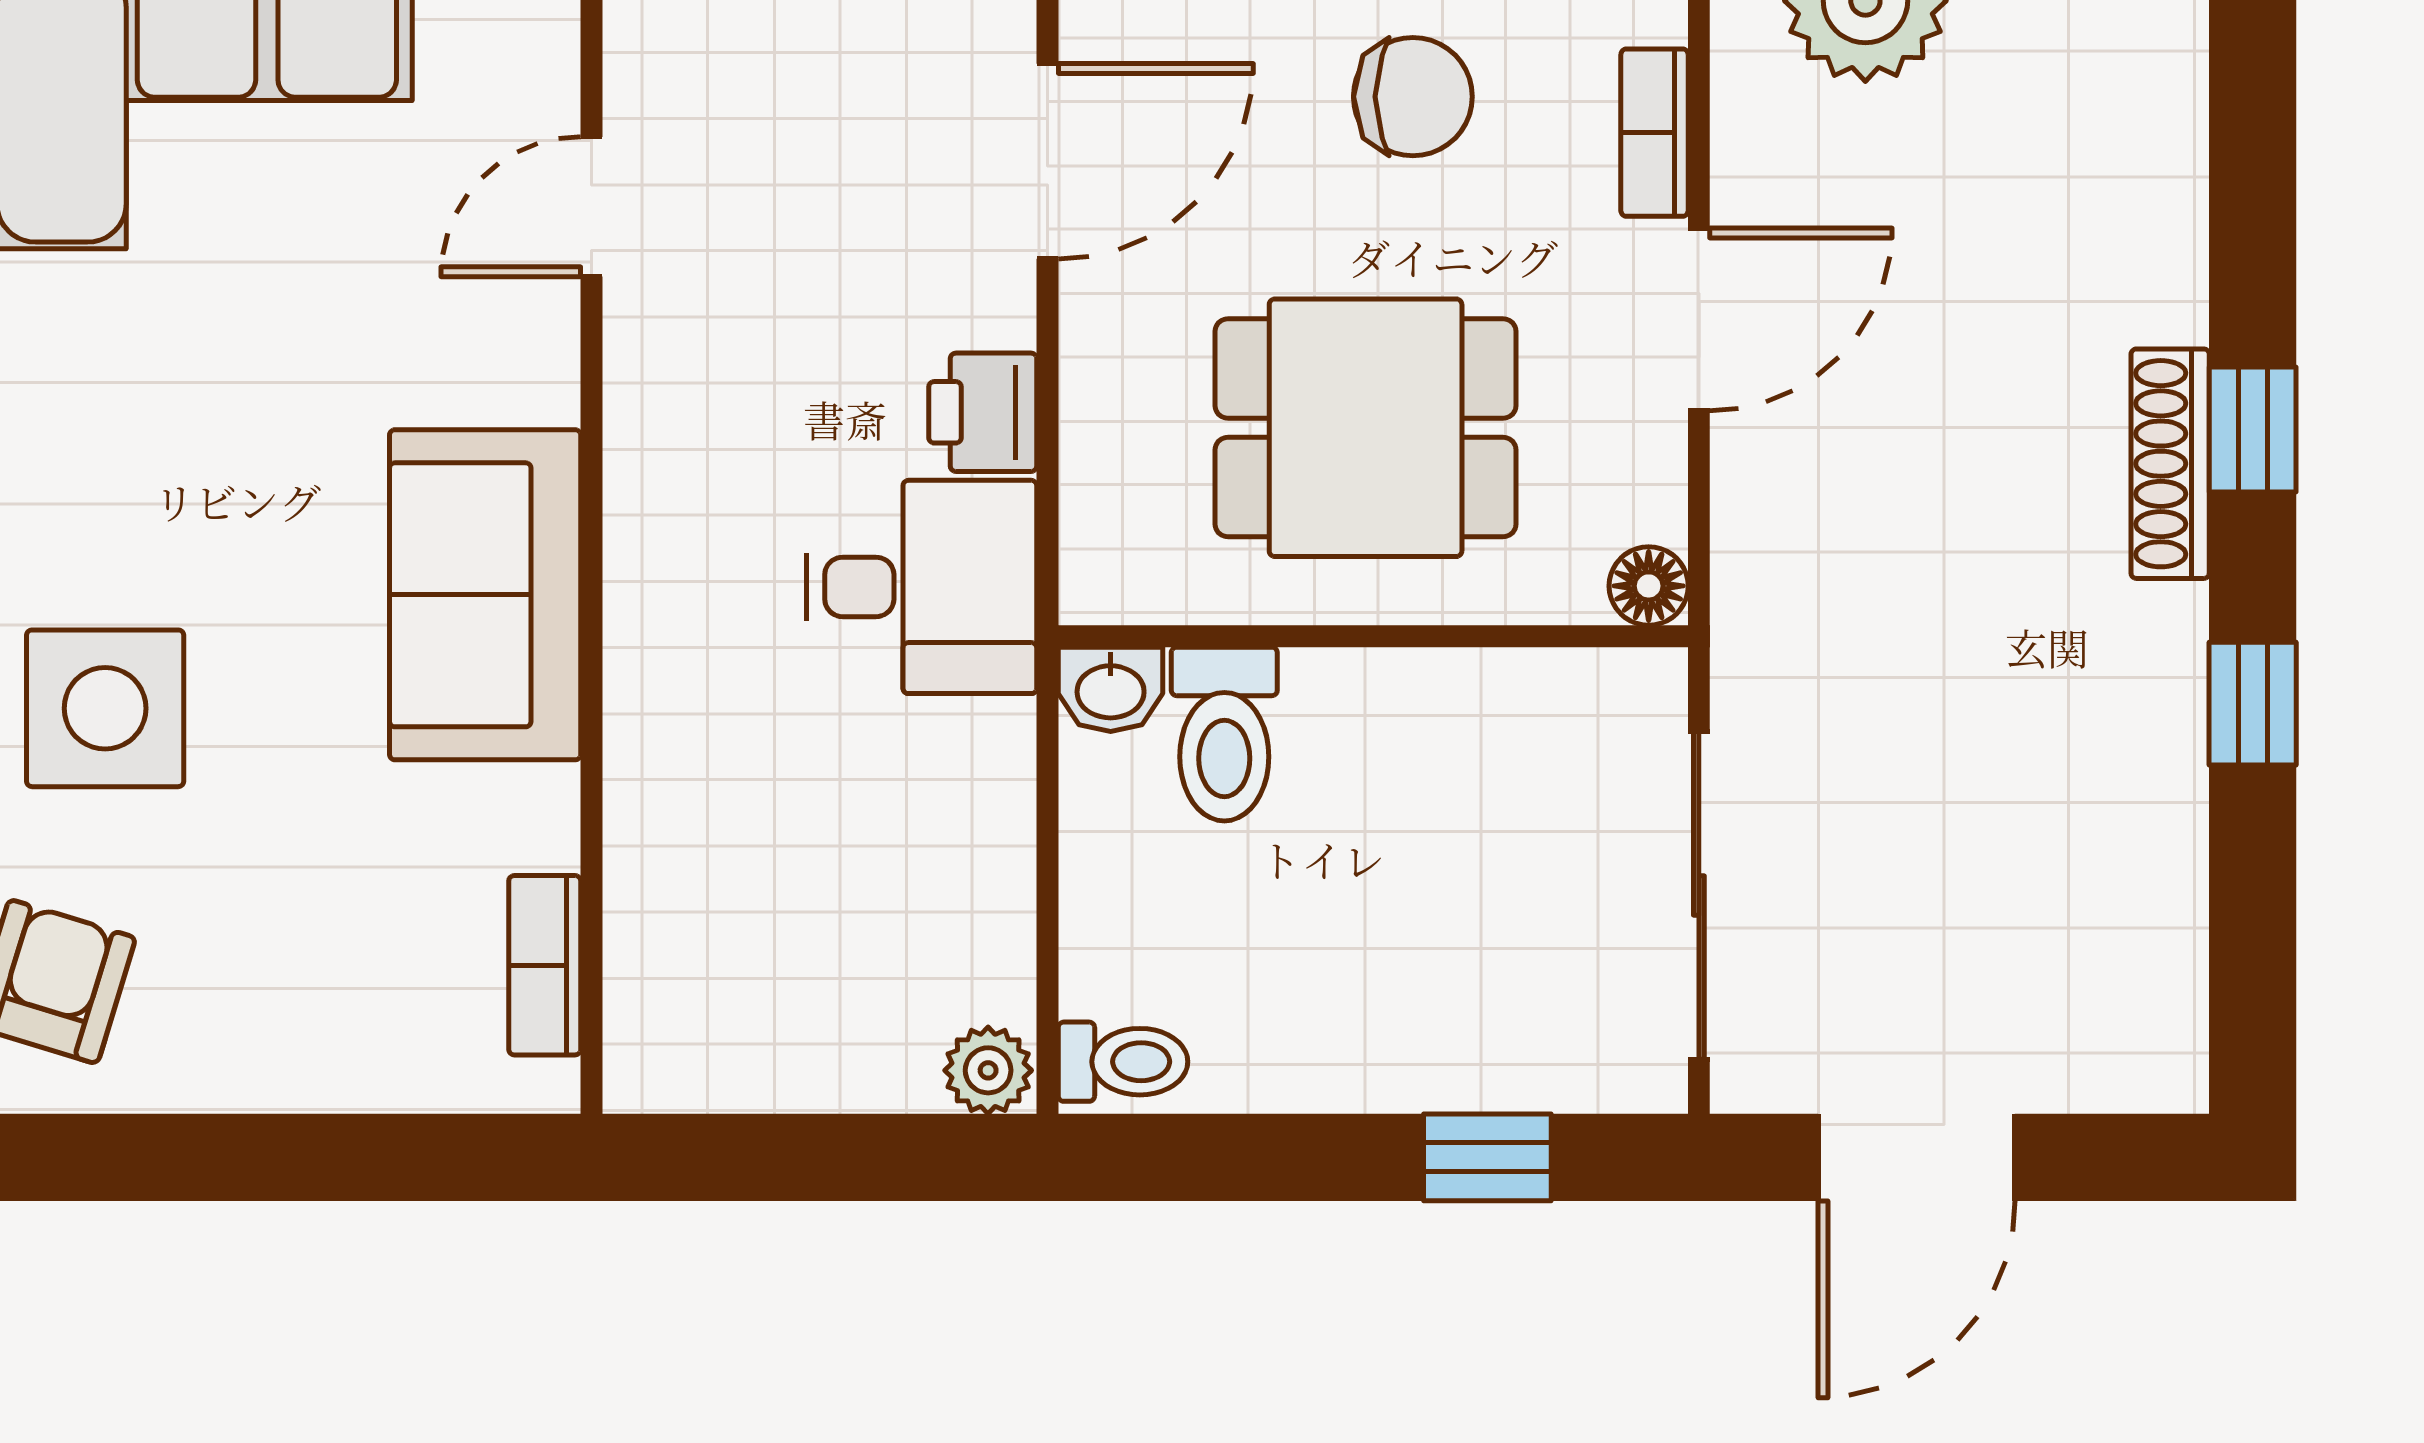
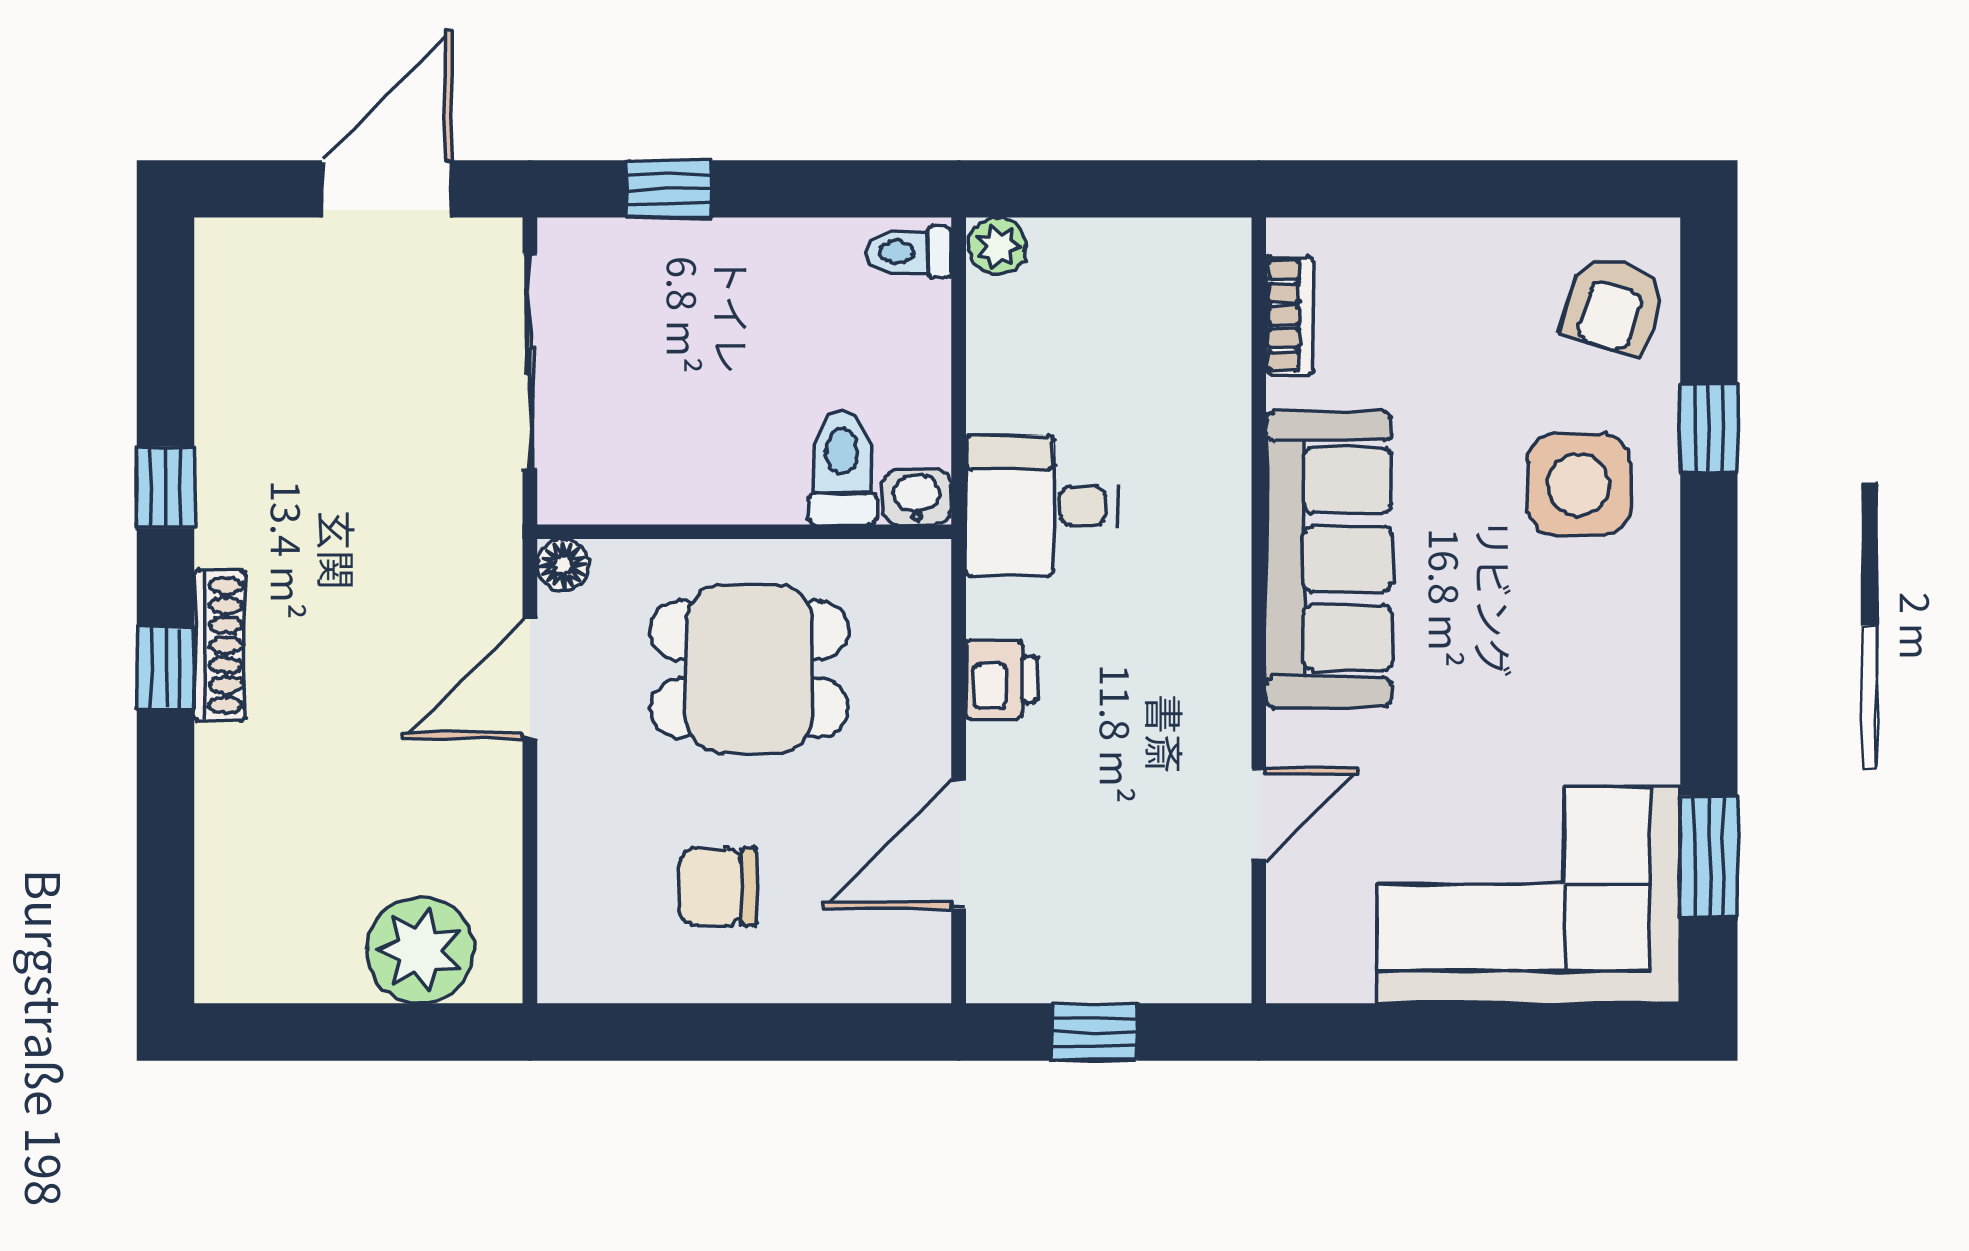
bookcase: (1655, 133) -> (559, 863), removed
door: (1699, 319) -> (530, 679), moved
desk: (921, 587) -> (1042, 506), moved
sofa: (485, 595) -> (1329, 559), width x1.36

